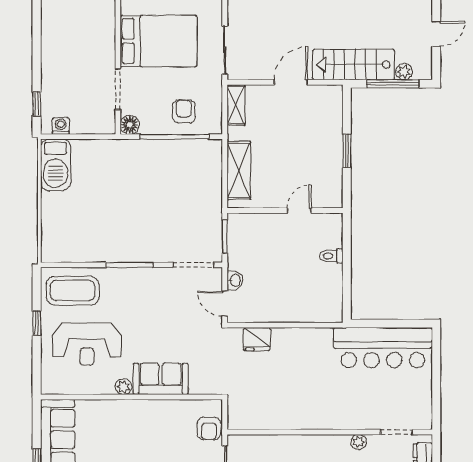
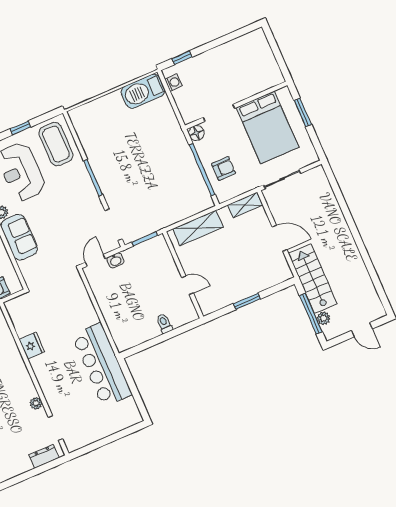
fridge: (257, 339) -> (32, 346), moved, turned 180
bar counter: (383, 348) -> (102, 365), moved

